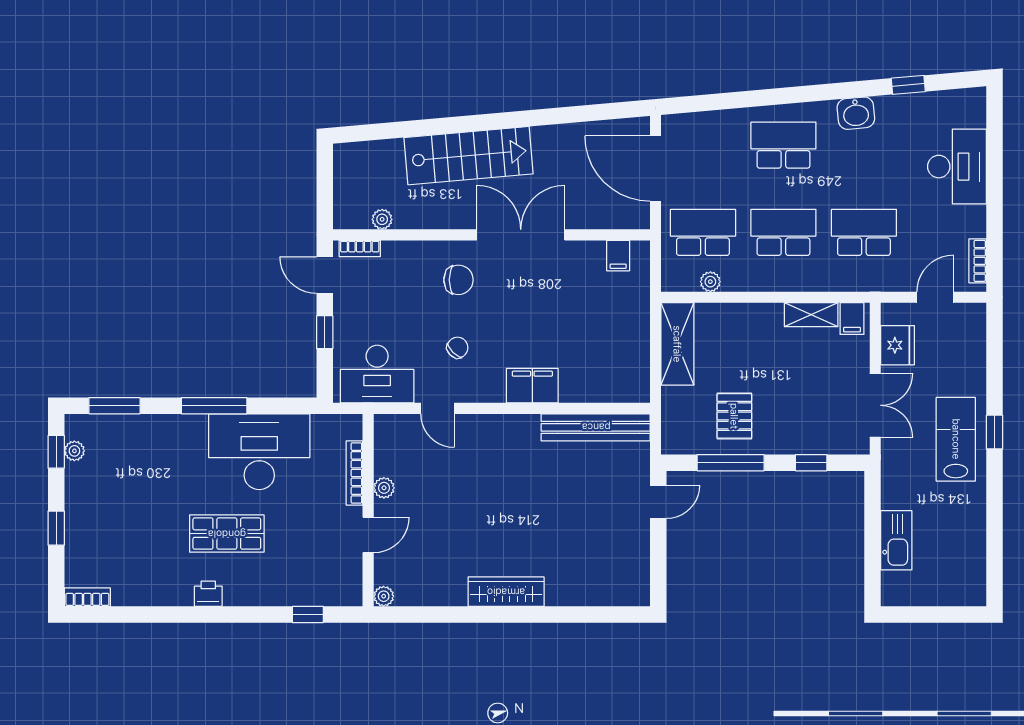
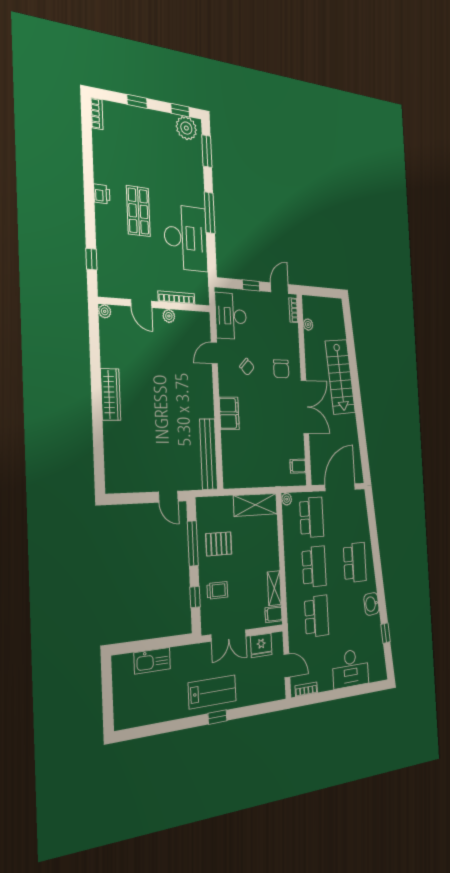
plant: (710, 282) -> (287, 499), moved
trolley: (805, 422) -> (217, 590), added
plant: (74, 451) -> (186, 128), width x1.88, depth x1.88

